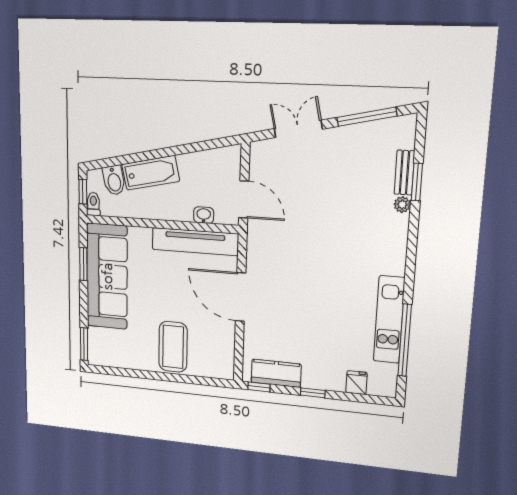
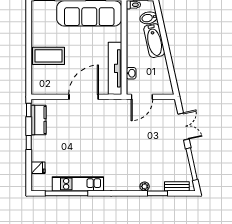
bench: (404, 173) -> (177, 186), moved

